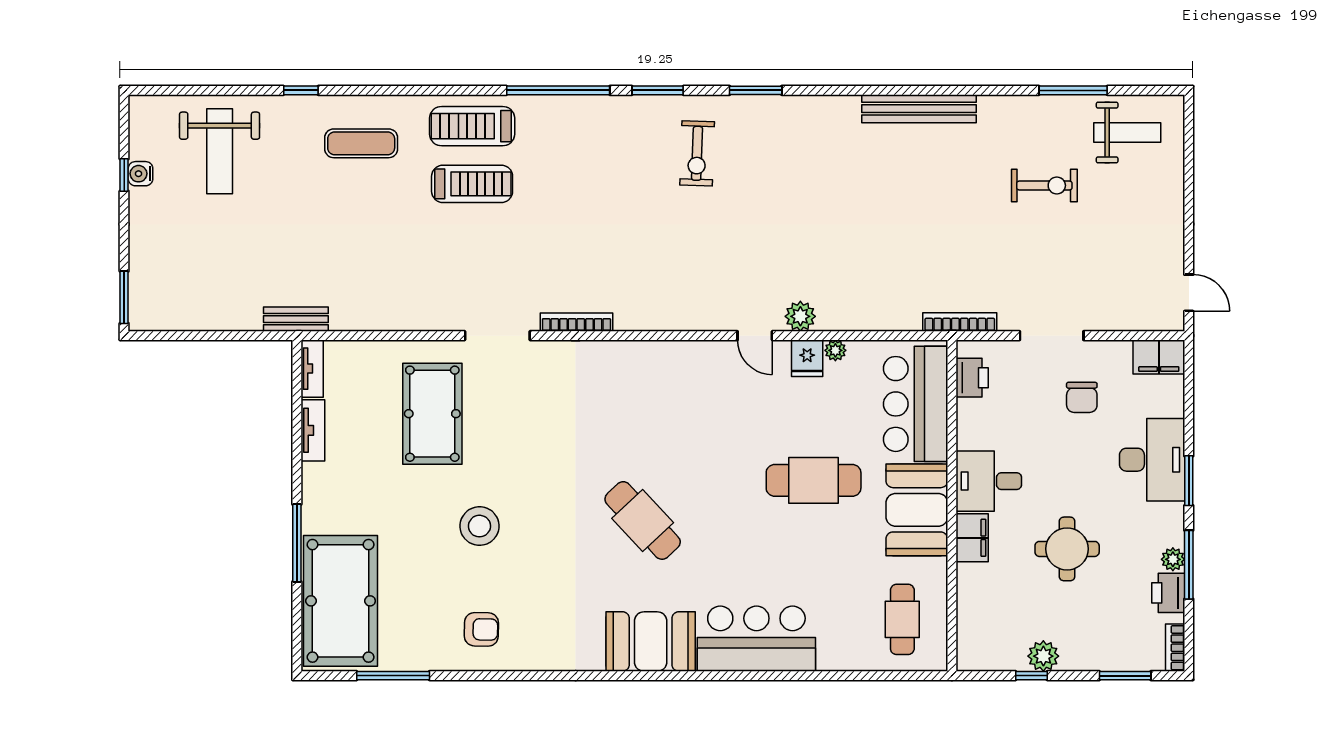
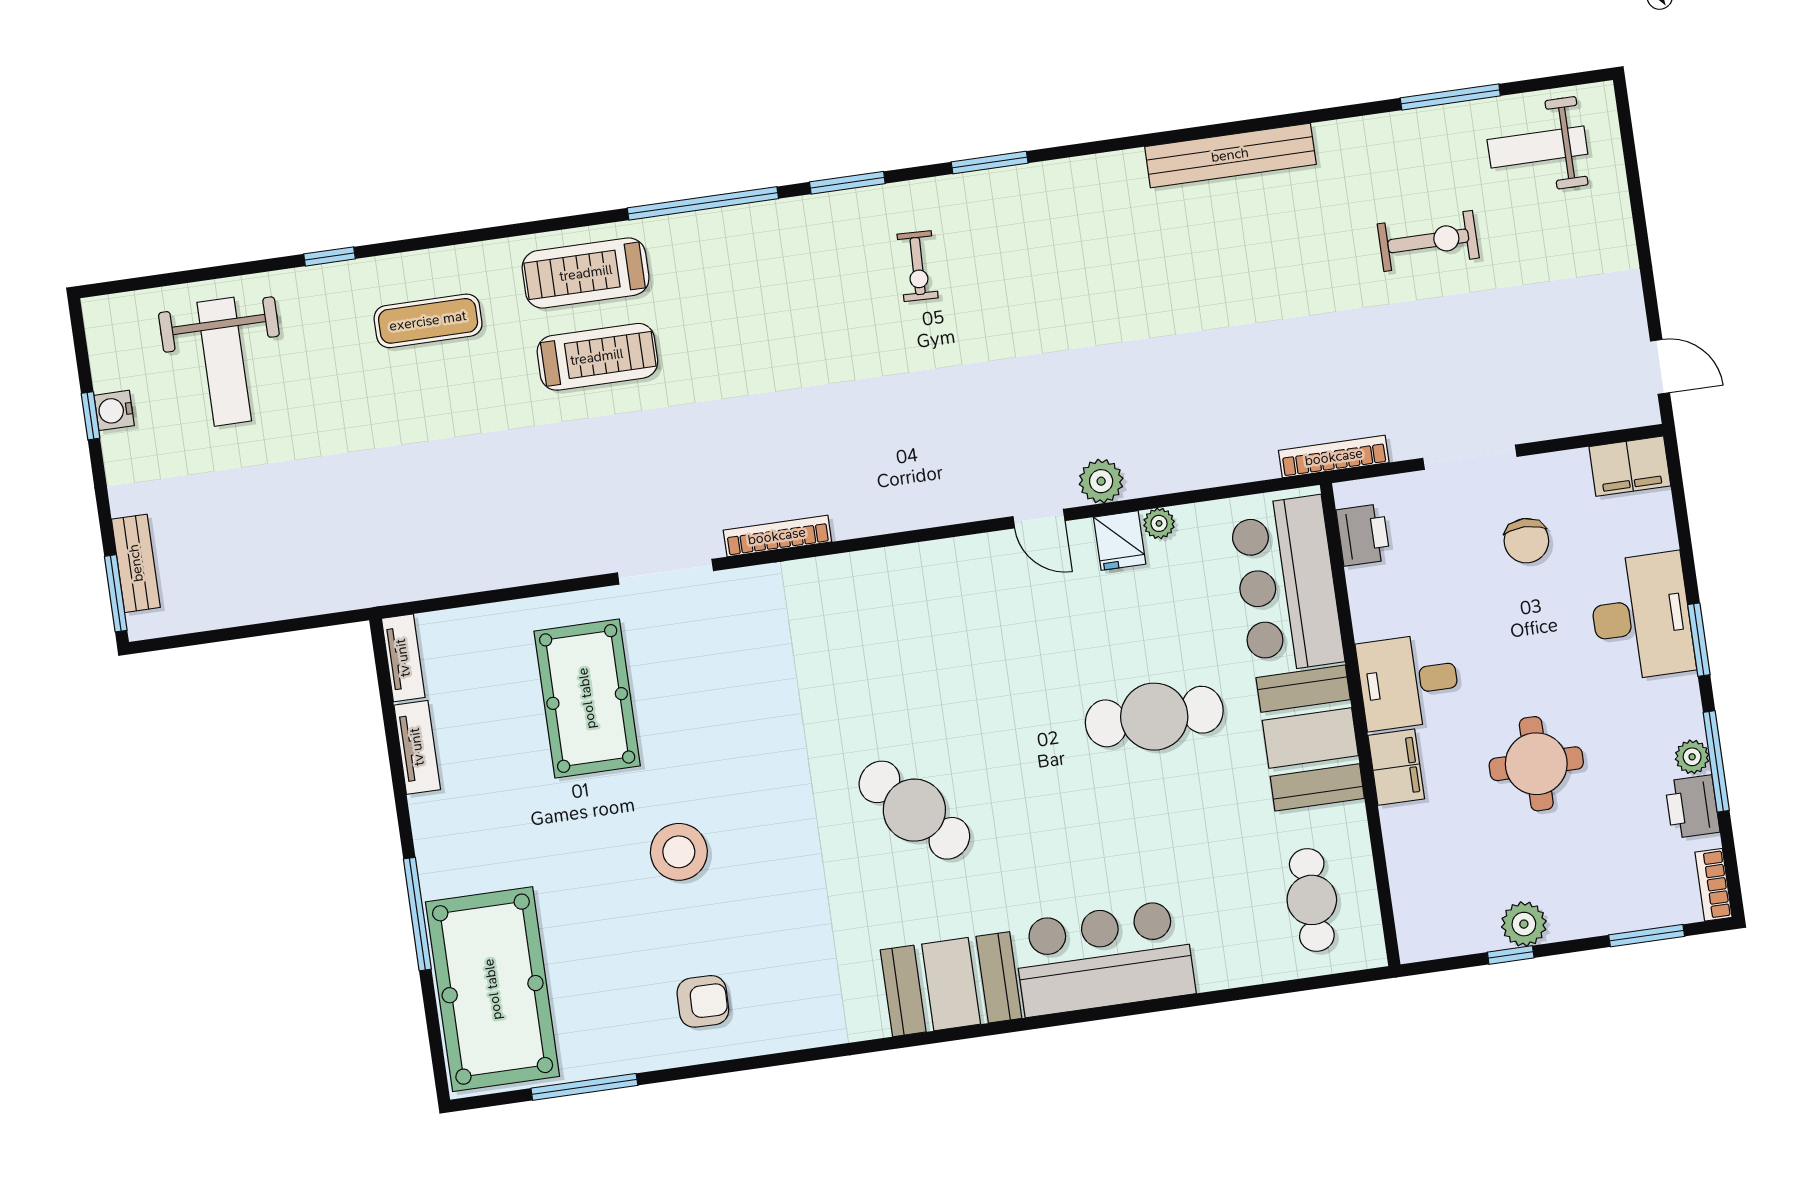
weight bench: (1127, 133) -> (1537, 147), turned 180
exercise bike: (697, 153) -> (918, 266), width x0.73, depth x0.72
bench: (296, 319) -> (136, 563), moved, turned 90

